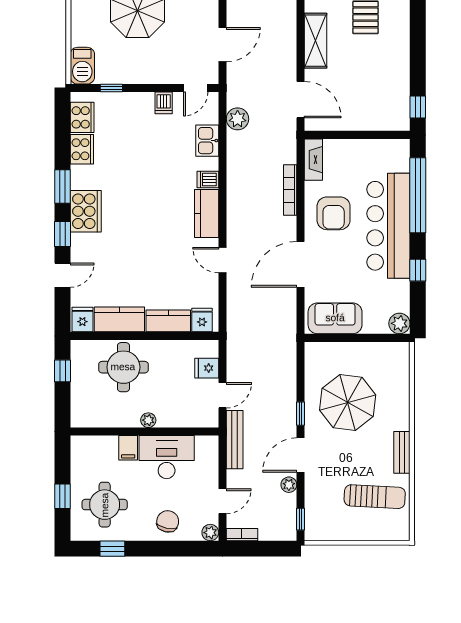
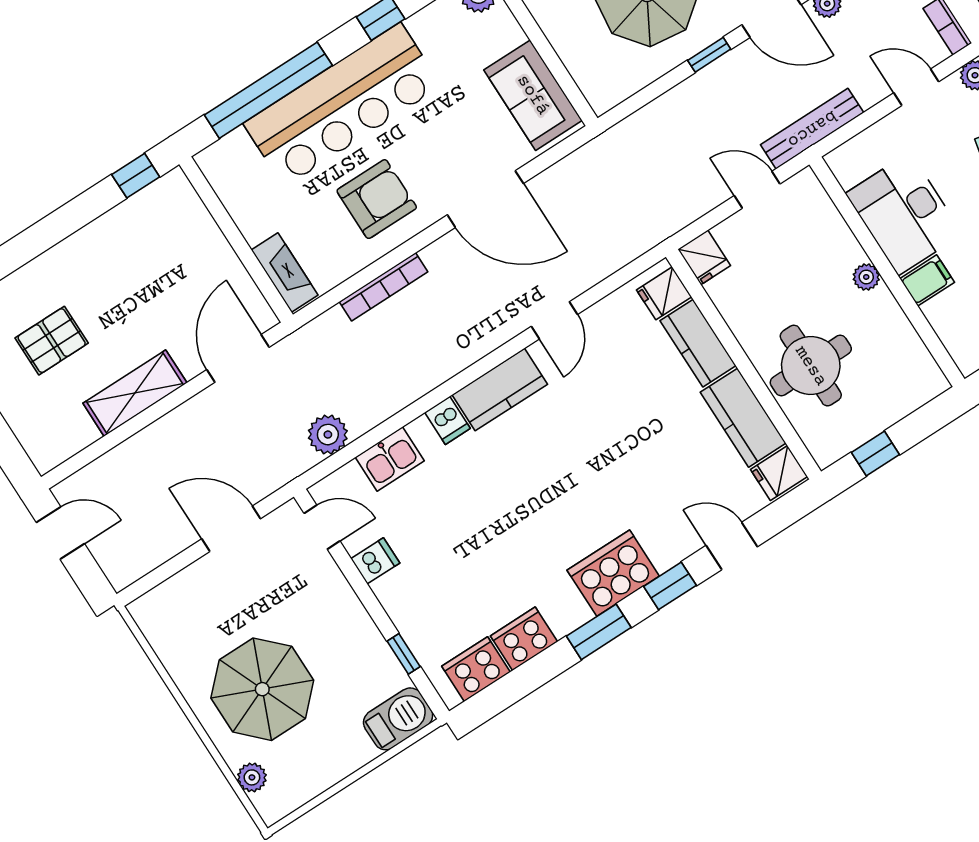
fireplace: (313, 160) -> (285, 273), moved, turned 90
fridge: (207, 368) -> (704, 257), moved

